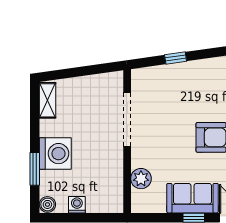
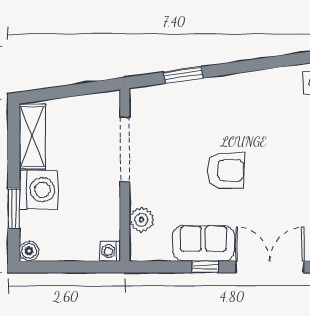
window: (176, 58) -> (183, 75), width x1.50
shelving: (47, 100) -> (32, 137), width x1.50, depth x1.33
washing machine: (77, 205) -> (110, 251), moved, turned -90

